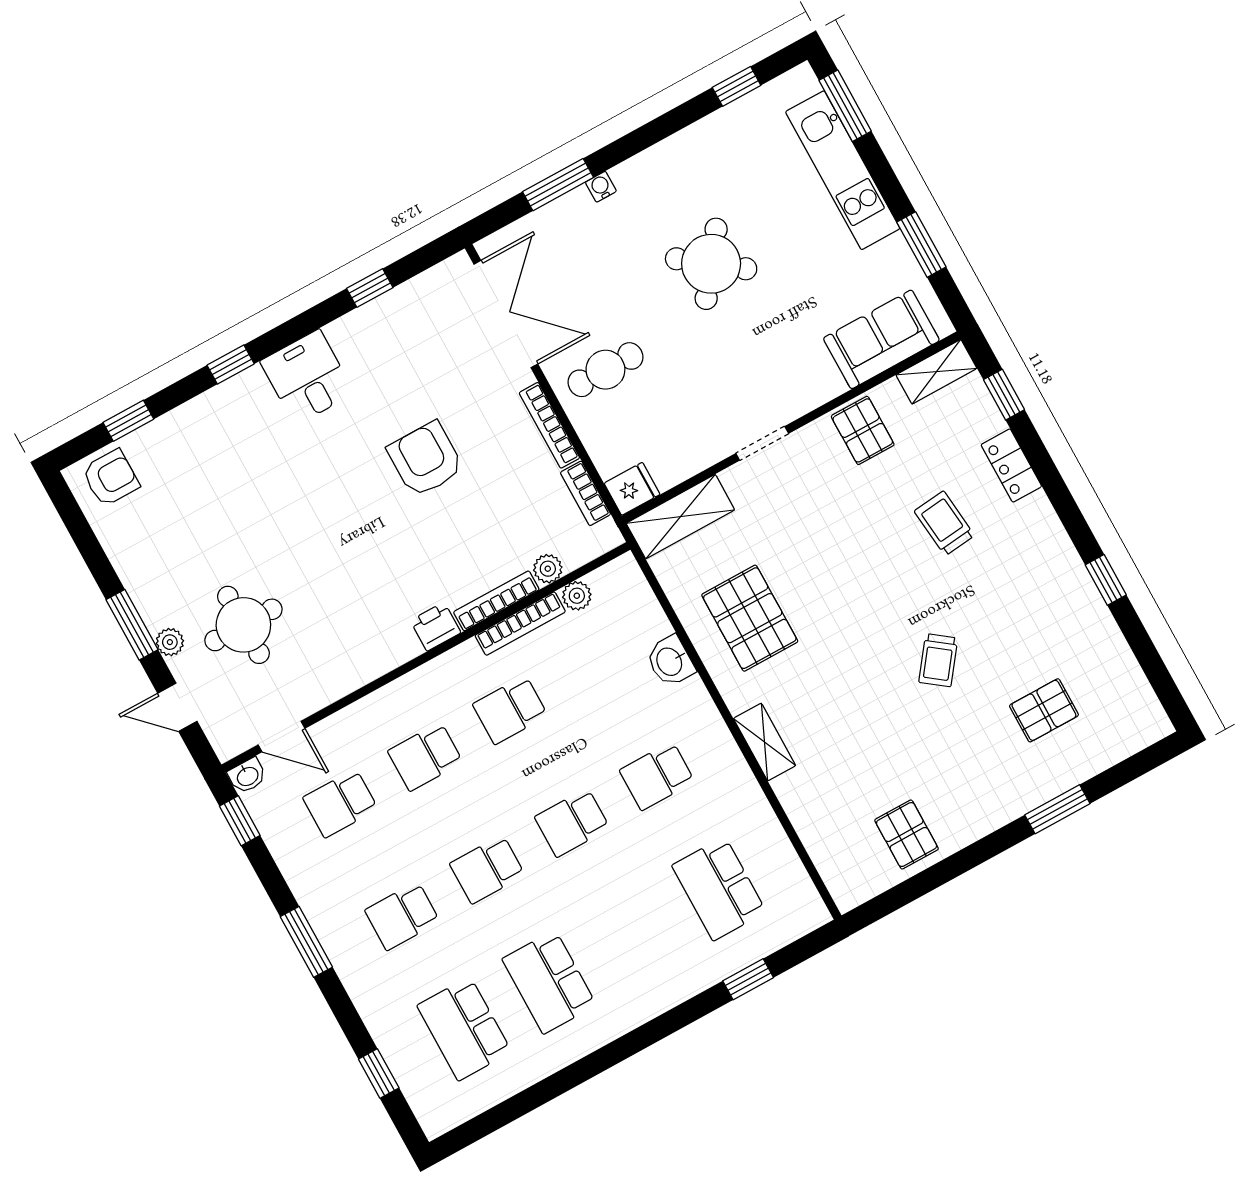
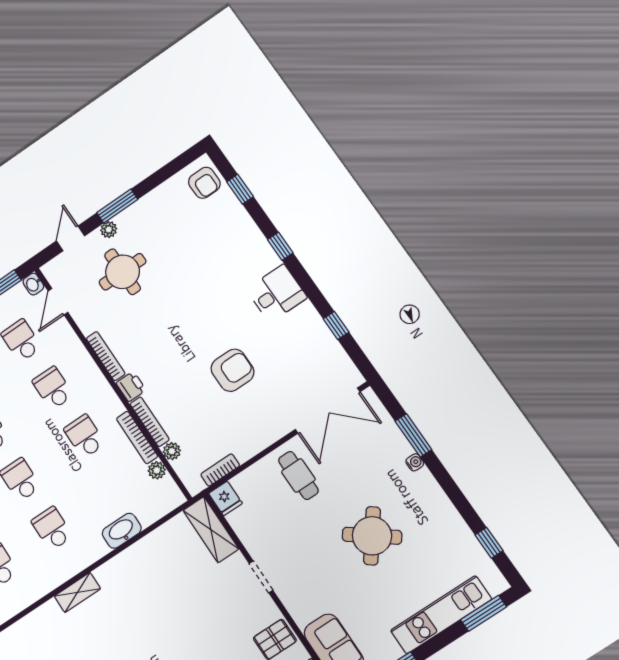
bookcase: (549, 425) -> (106, 356), moved, turned 90
pallet: (750, 618) -> (152, 578), removed
washbasin: (670, 661) -> (122, 531), width x1.38

